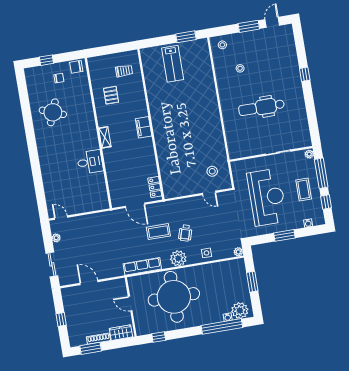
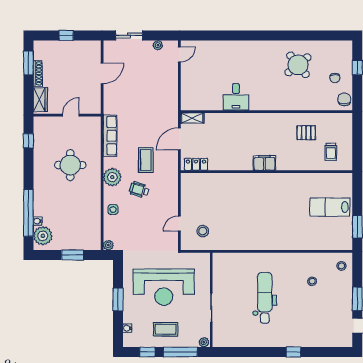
round table: (53, 112) -> (298, 65), turned 30
shelving: (105, 137) -> (192, 118), moved
round table: (174, 297) -> (70, 165), width x0.54, depth x0.54

